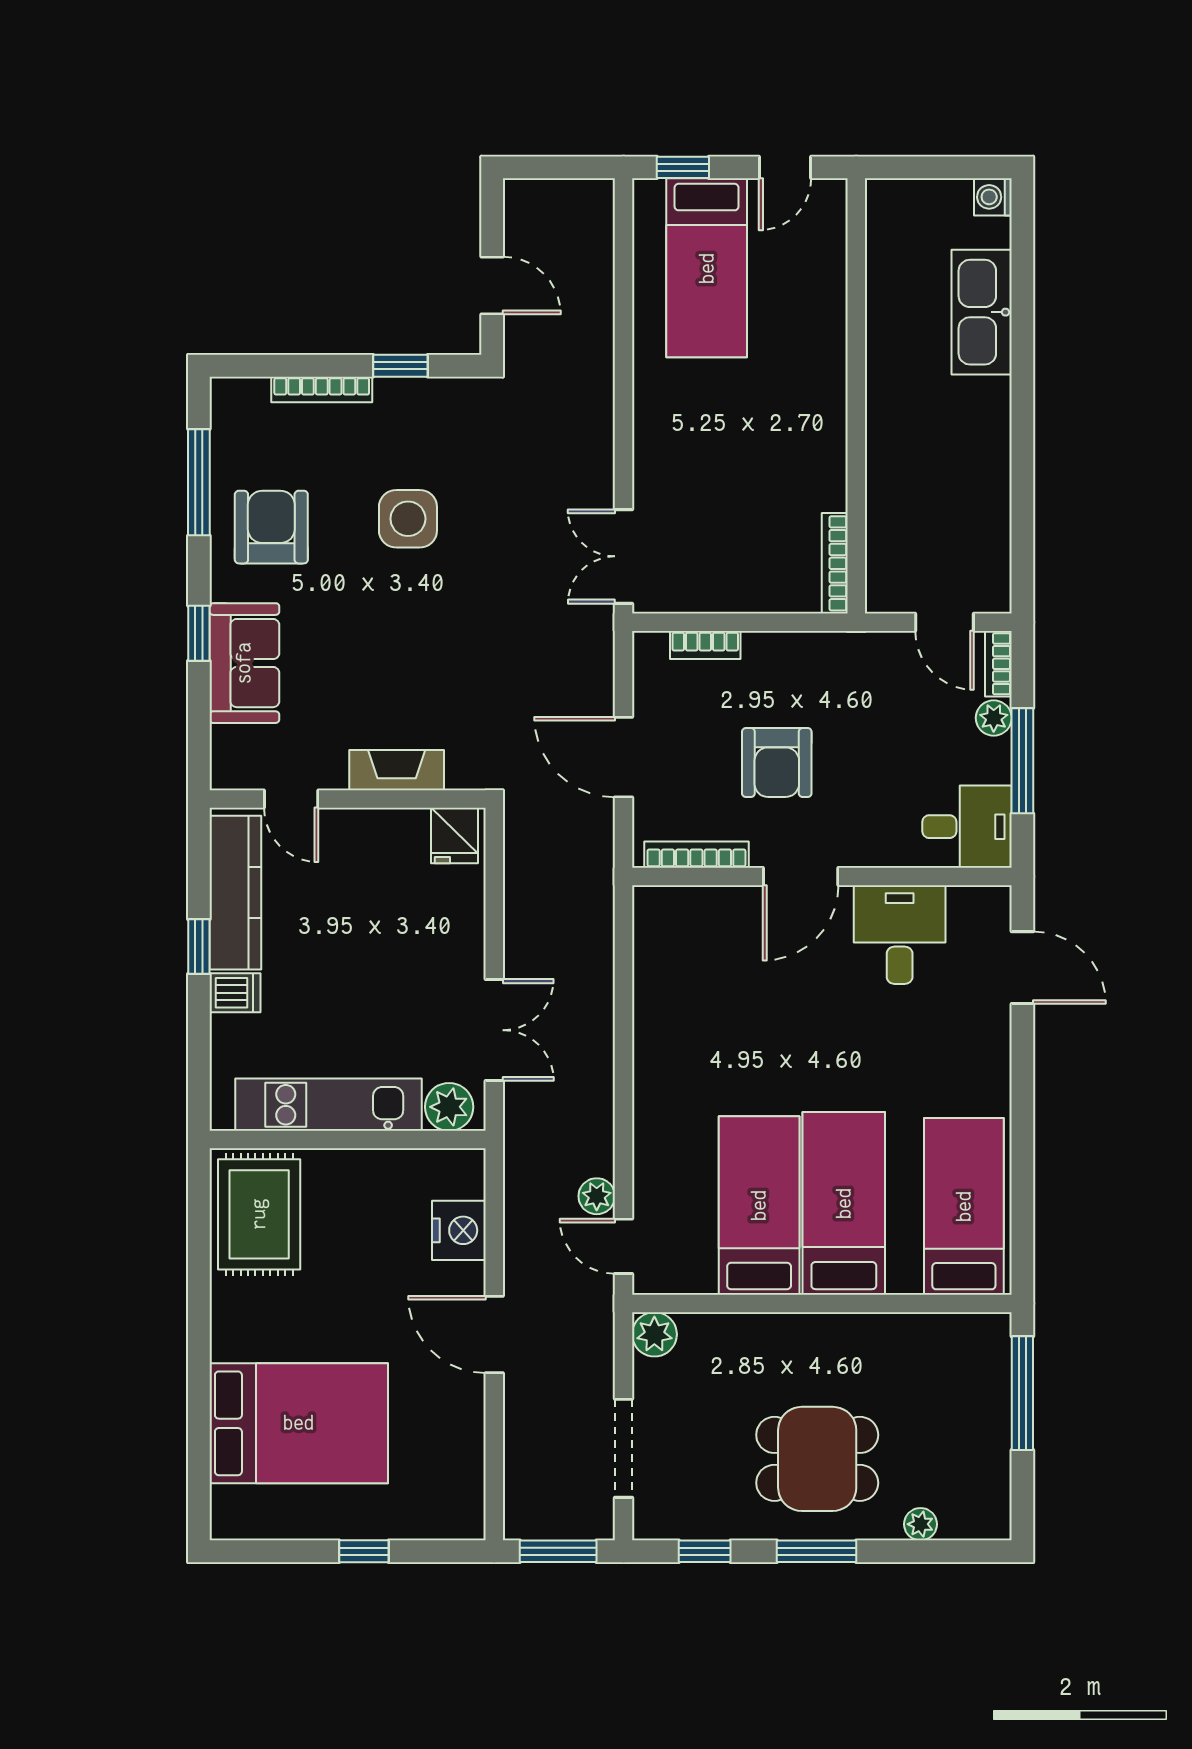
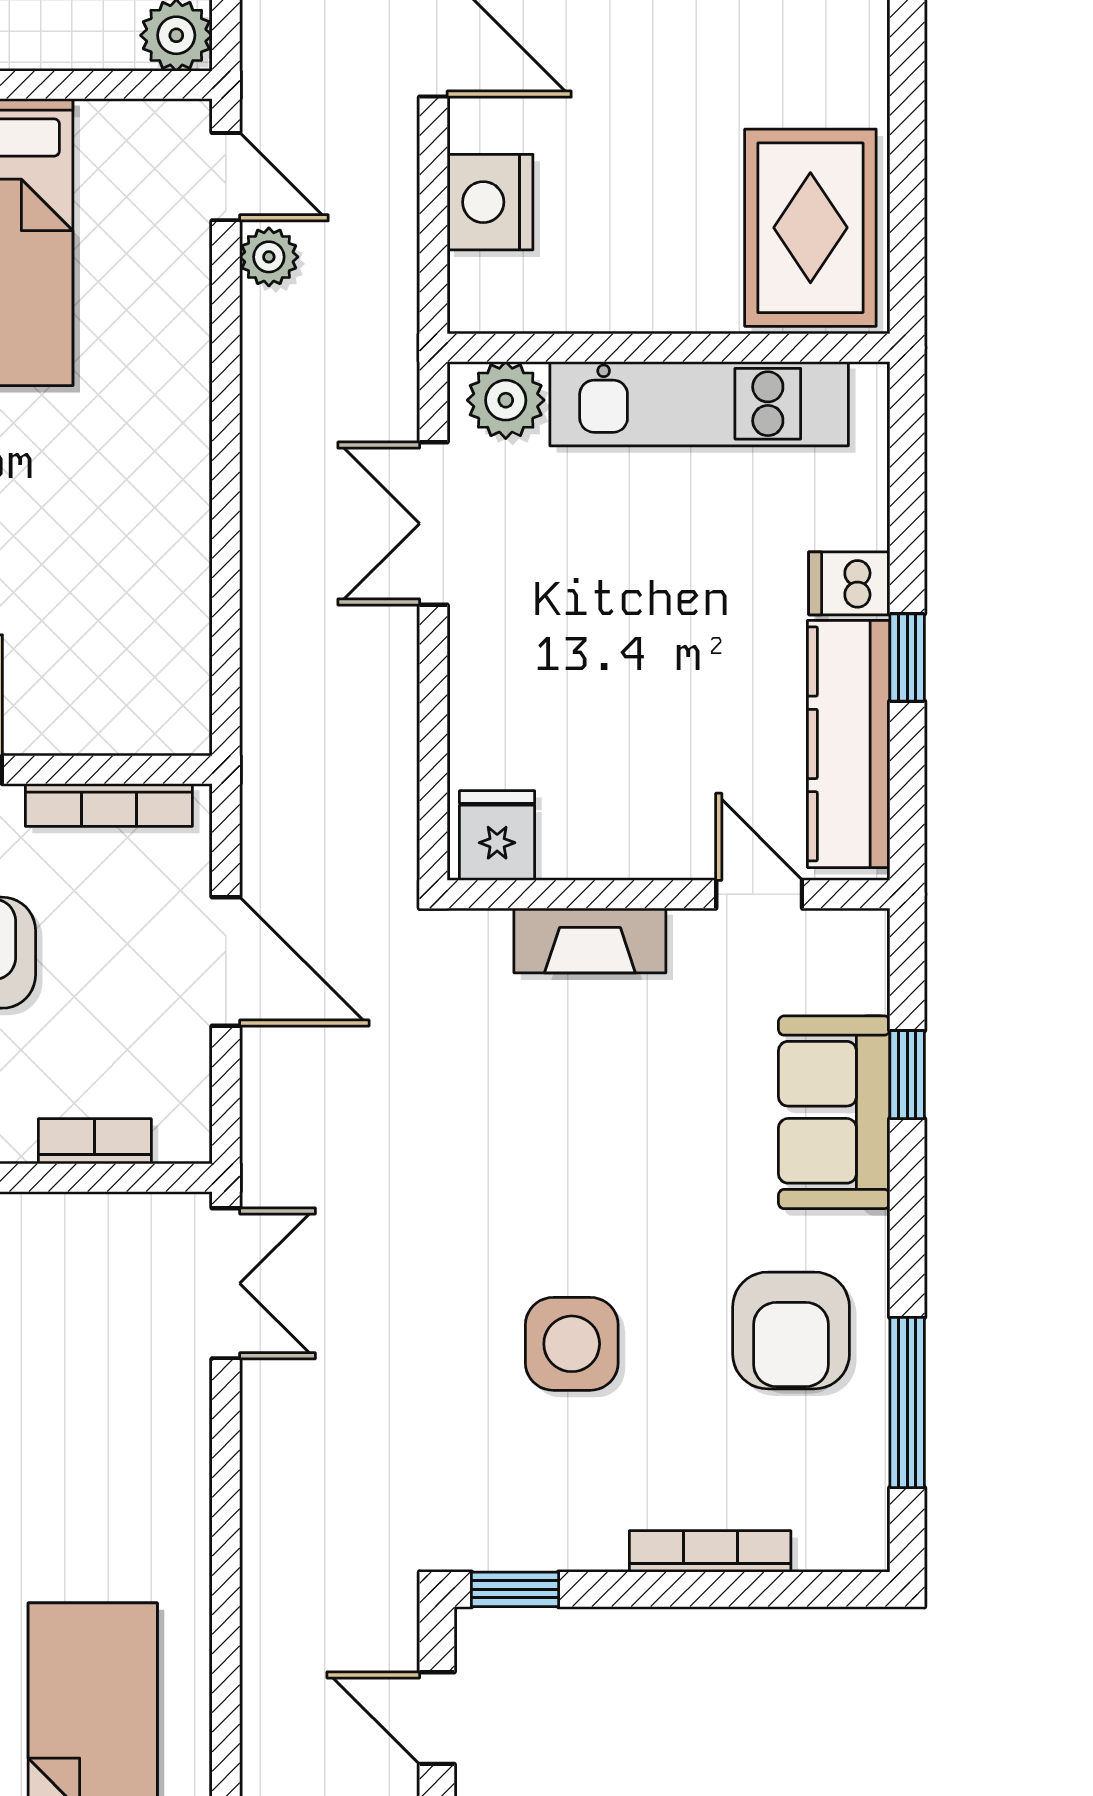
window: (400, 366) -> (515, 1589), moved
window: (199, 633) -> (907, 1075), moved

